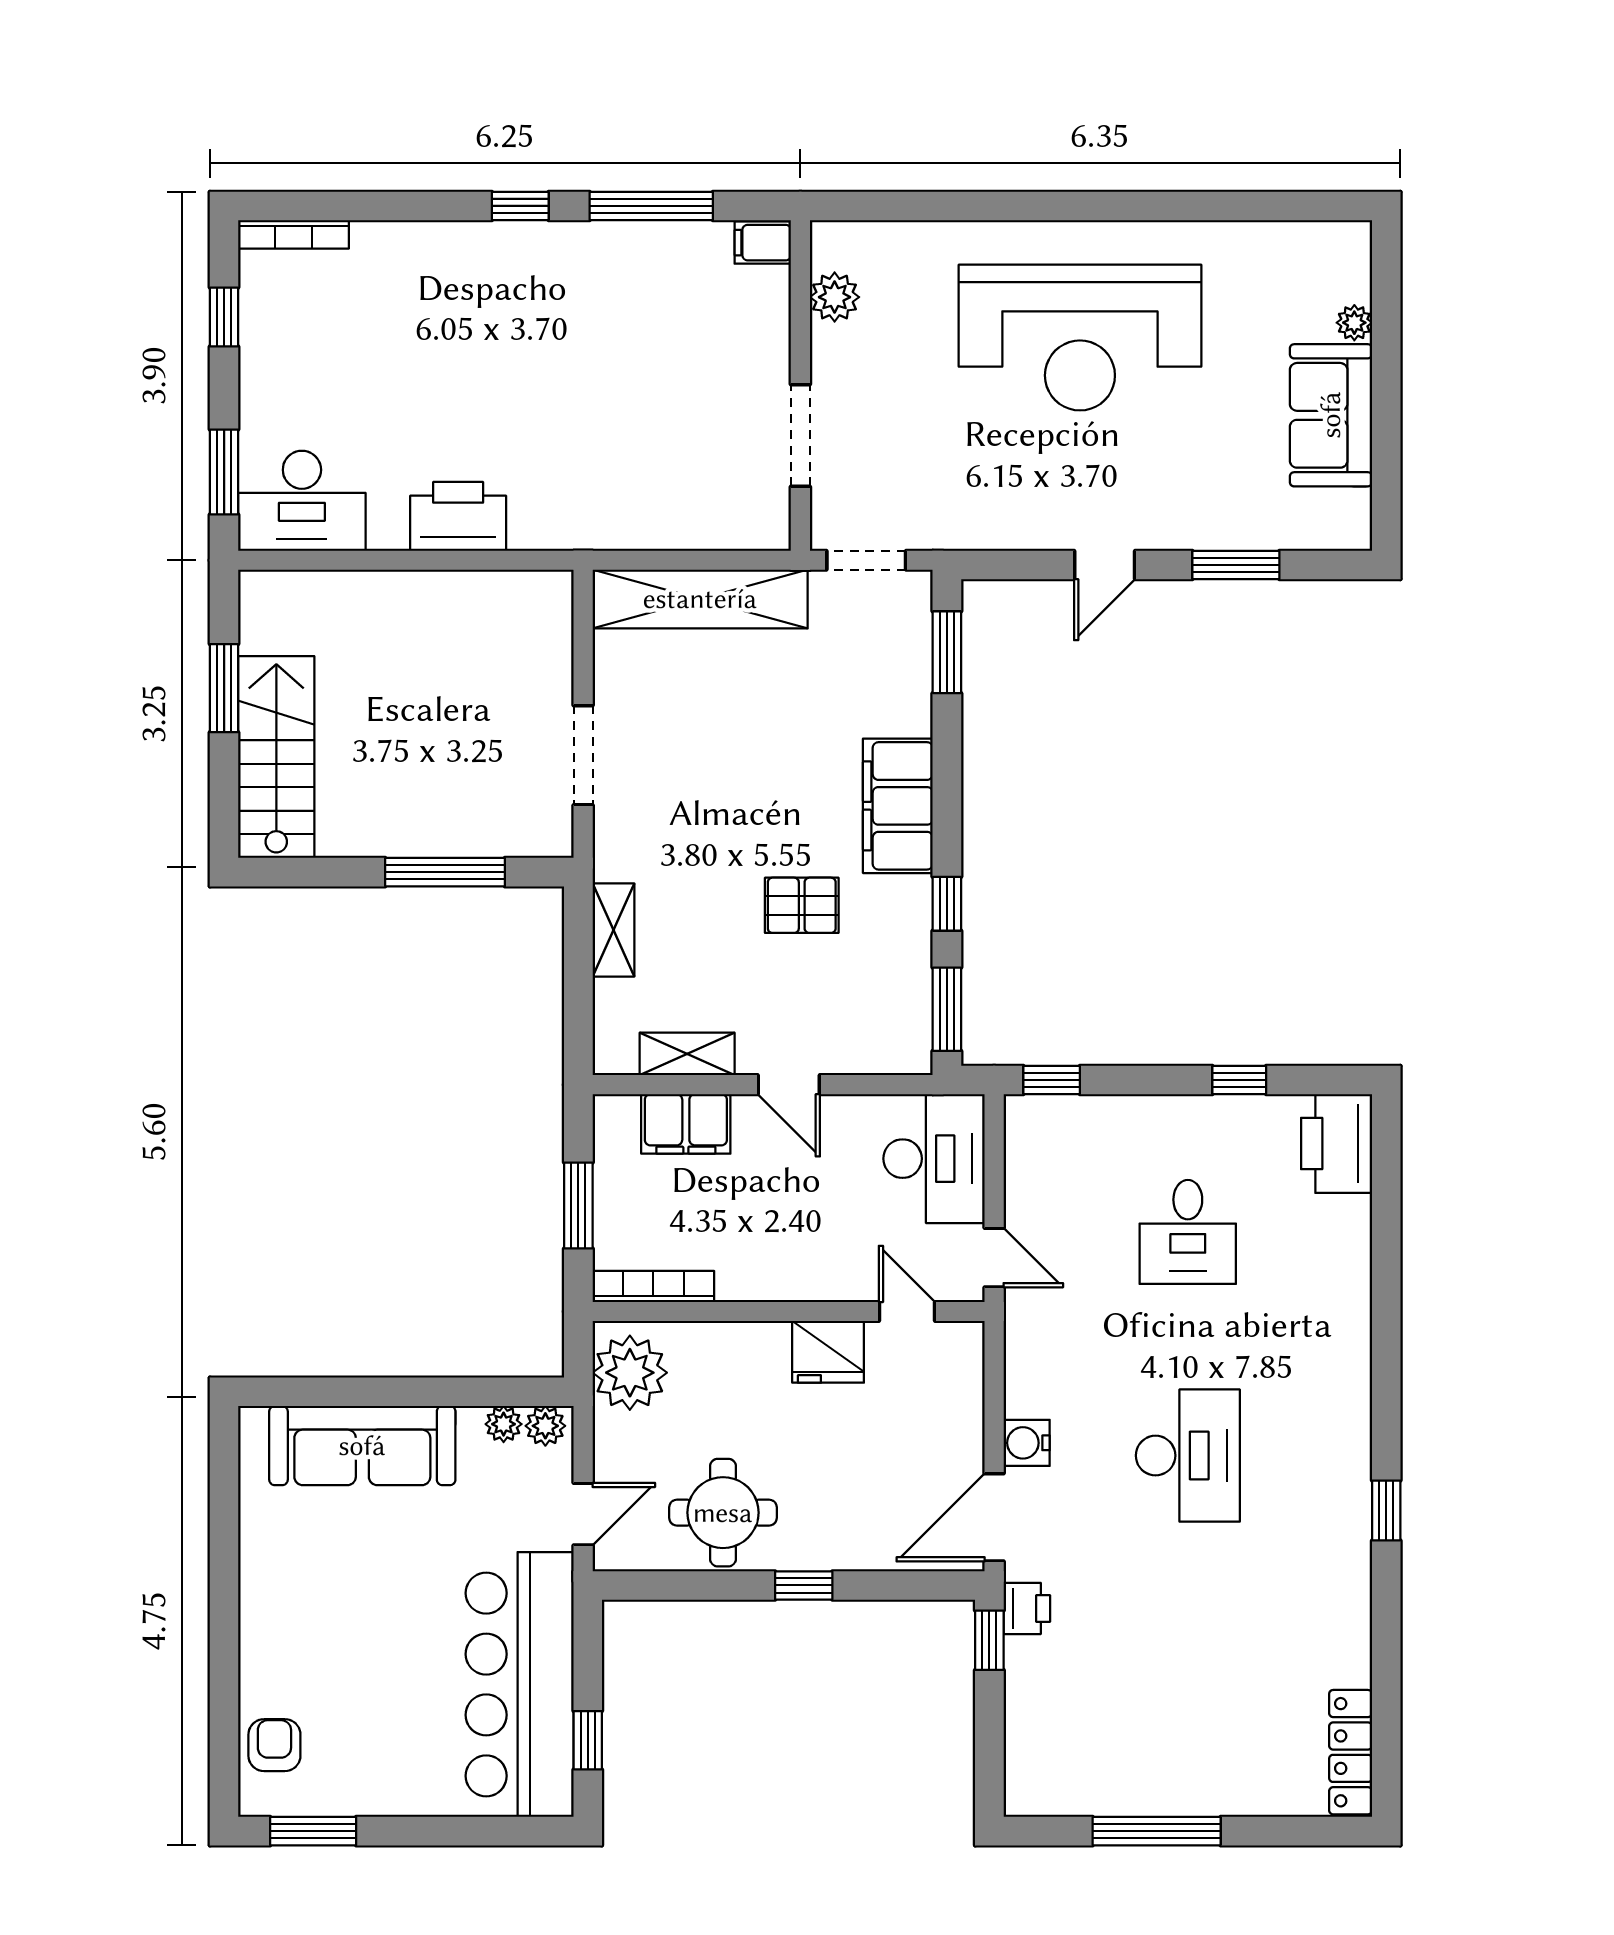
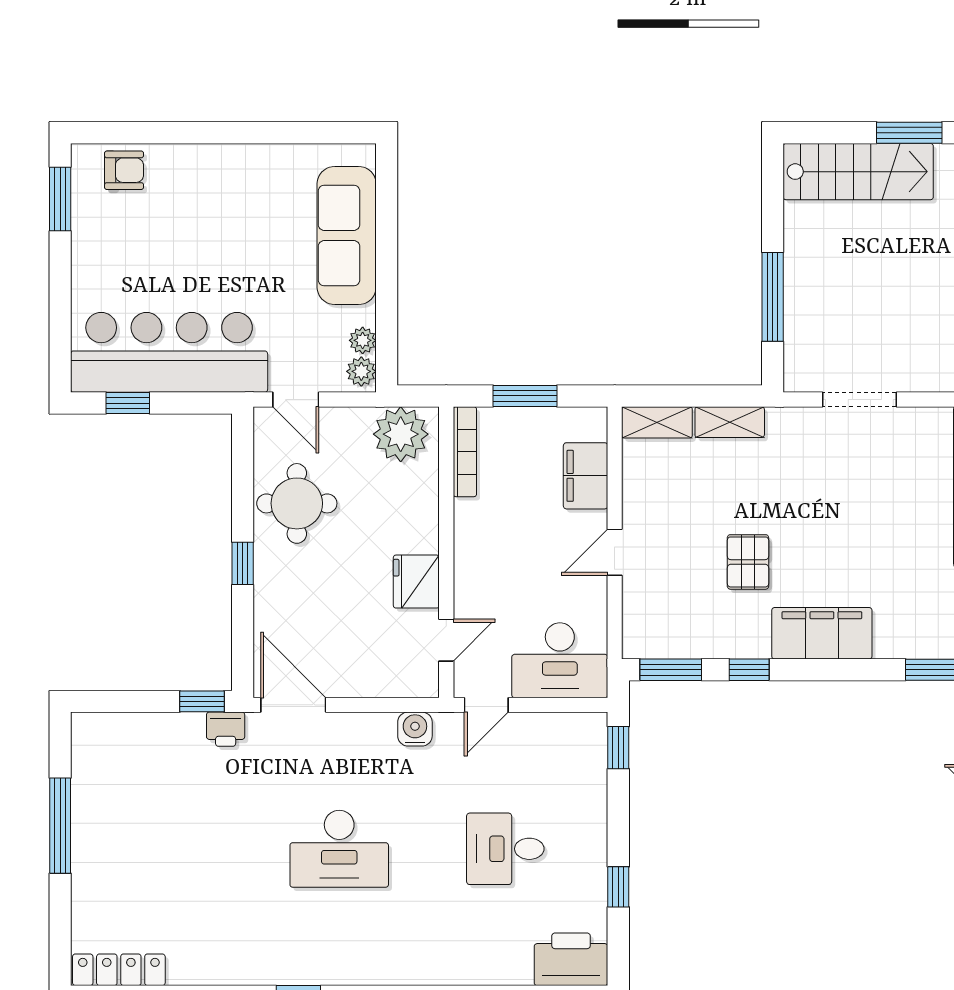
shelving: (687, 1054) -> (657, 422), moved, turned 90
water cooler: (1027, 1443) -> (415, 729), moved

